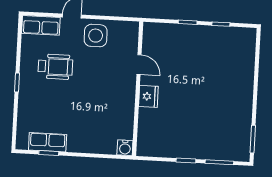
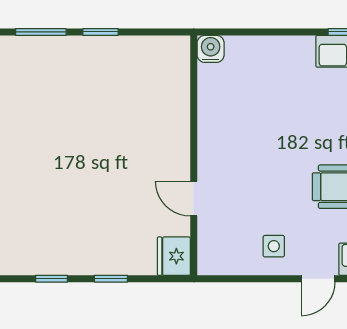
side table: (96, 36) -> (274, 246), width x0.54, depth x0.54
fridge: (148, 96) -> (174, 256), moved

